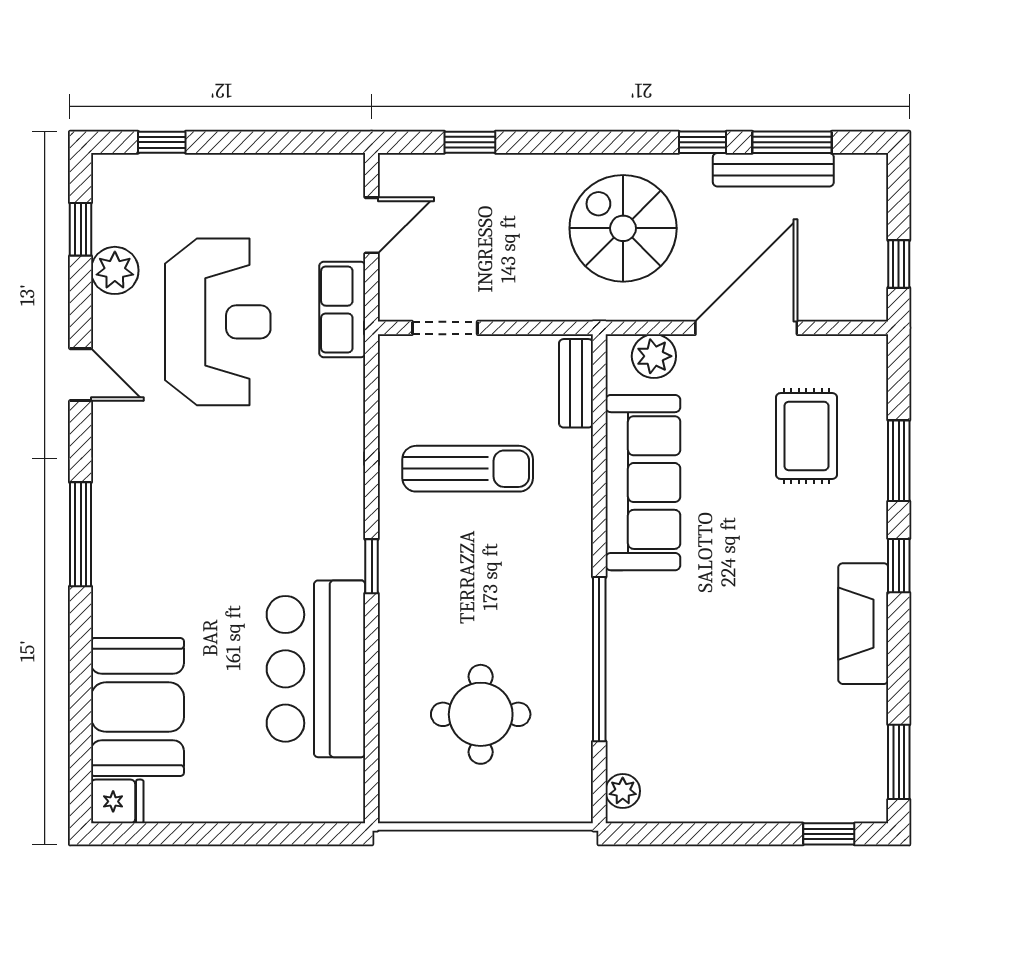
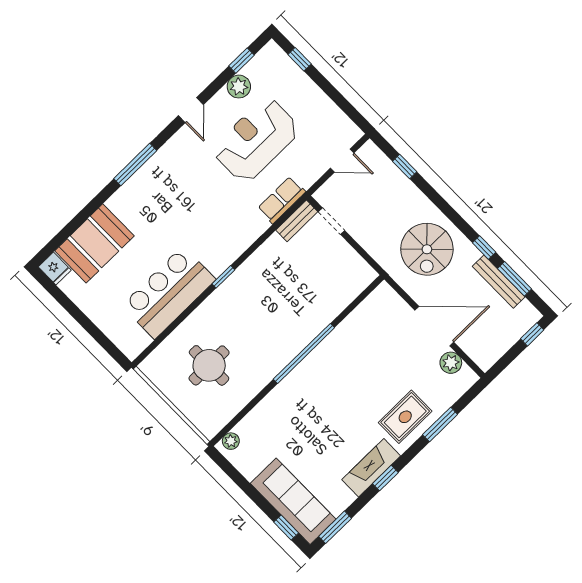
spiral stairs: (623, 228) -> (427, 249), turned 180
window: (899, 264) -> (532, 334), moved
row of seats: (342, 310) -> (282, 200), moved
reception desk: (218, 322) -> (256, 140), turned 180
plant: (654, 356) -> (451, 363), moved
bench: (576, 383) -> (297, 221), moved
rug: (806, 436) -> (405, 417), moved
sun lounger: (468, 469) -> (290, 277), removed
sofa: (643, 483) -> (293, 501), moved, turned -90
window: (899, 566) -> (385, 478), moved
window: (599, 659) -> (304, 353), moved

